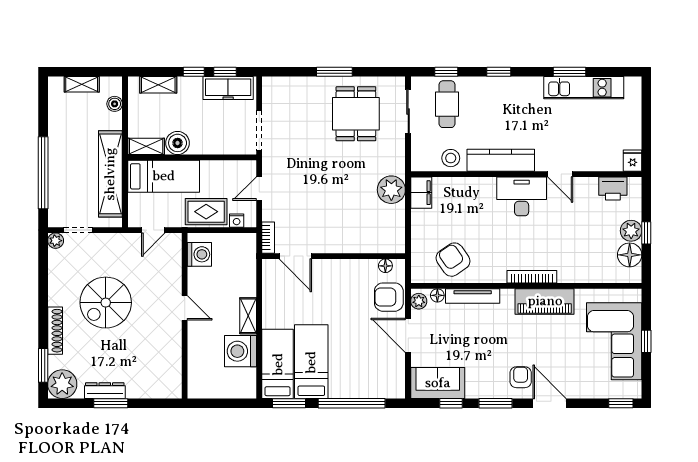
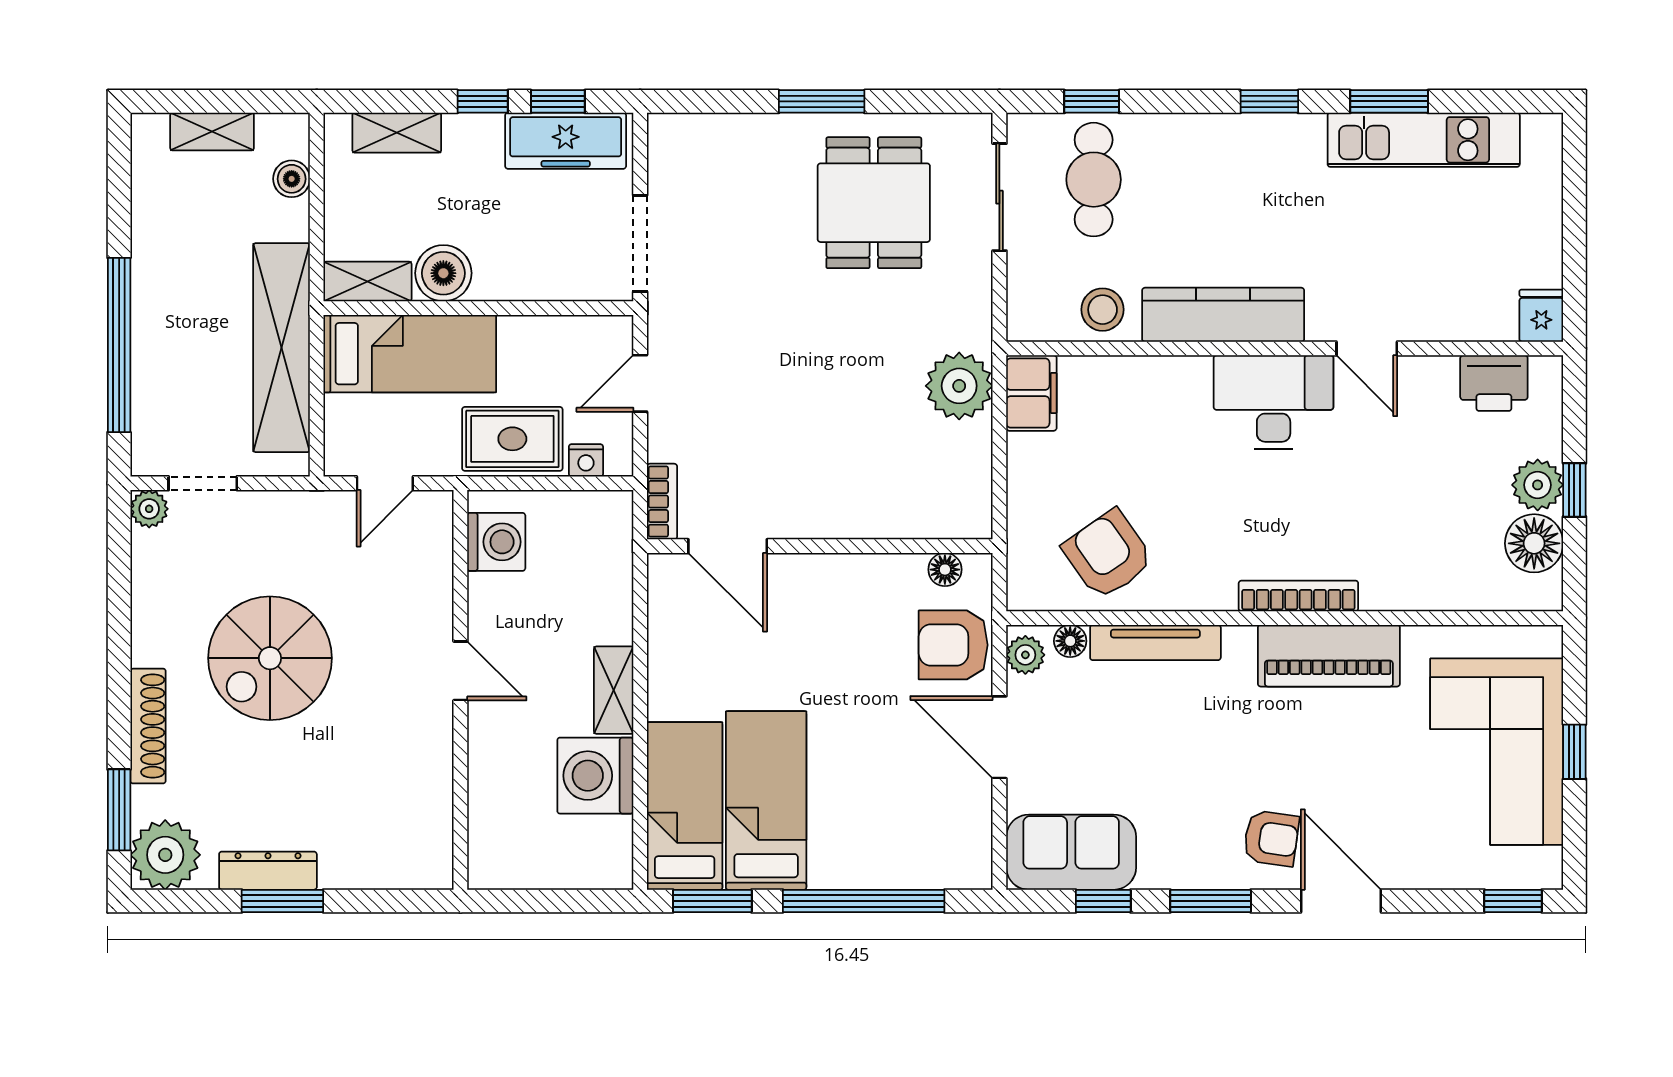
window: (499, 72) -> (1269, 101), moved
armchair: (521, 377) -> (1271, 838), turned 98

